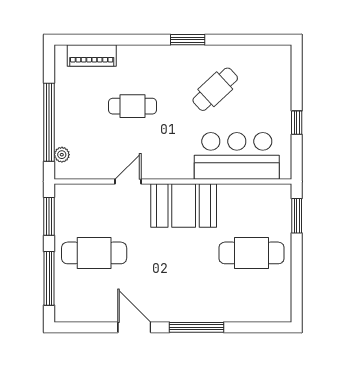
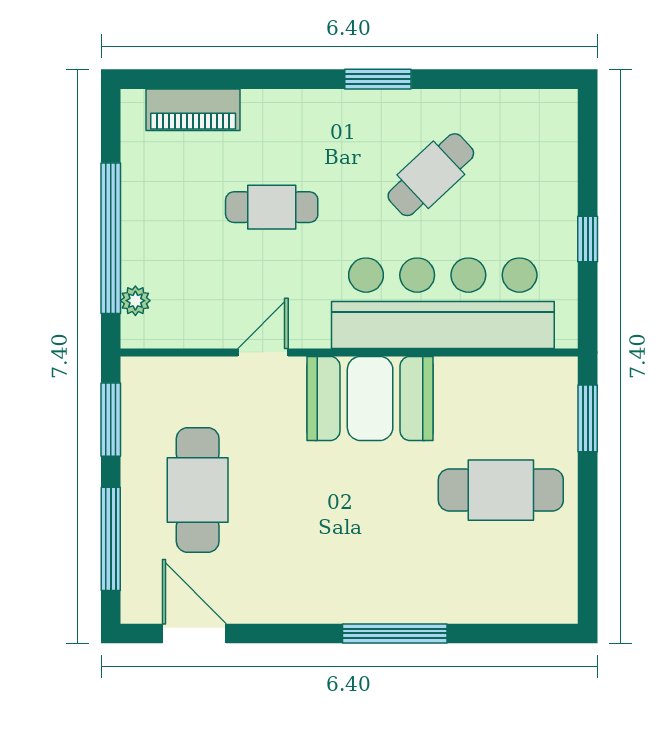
bar counter: (237, 156) -> (443, 303), width x1.36
cafe table: (94, 253) -> (198, 490), turned 90
door: (134, 327) -> (194, 633), moved

